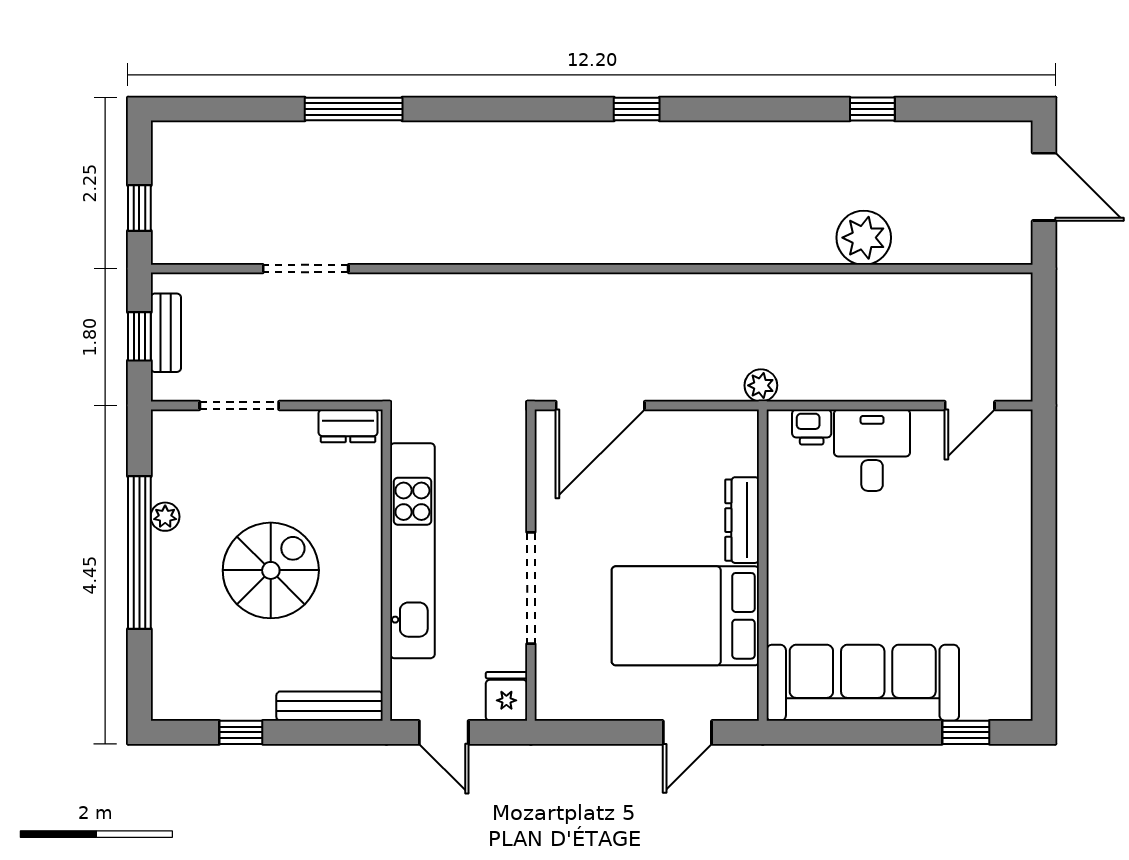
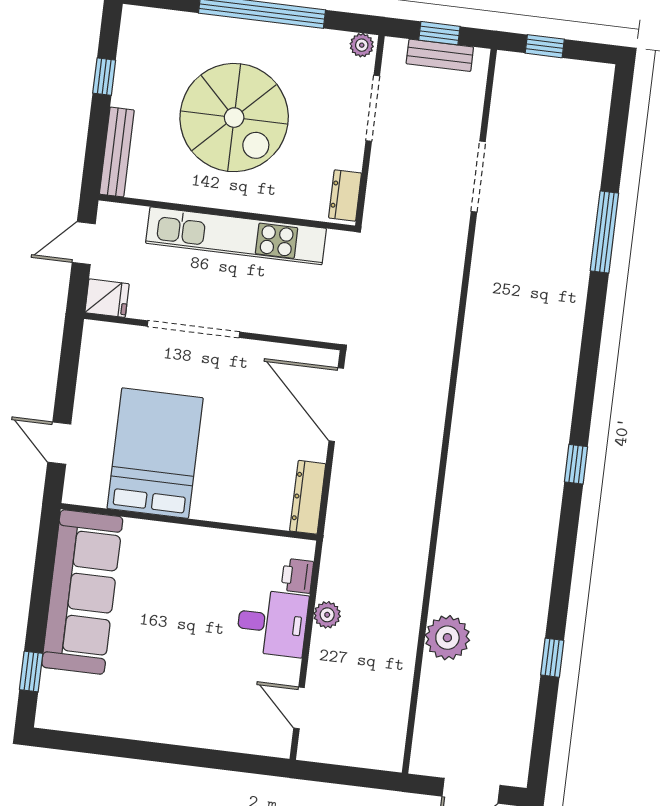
plant: (761, 385) -> (327, 615), moved
plant: (165, 517) -> (362, 45), moved
dresser: (742, 520) -> (308, 497), moved, turned -90
spiral stairs: (271, 570) -> (234, 118), width x1.37, depth x1.37

